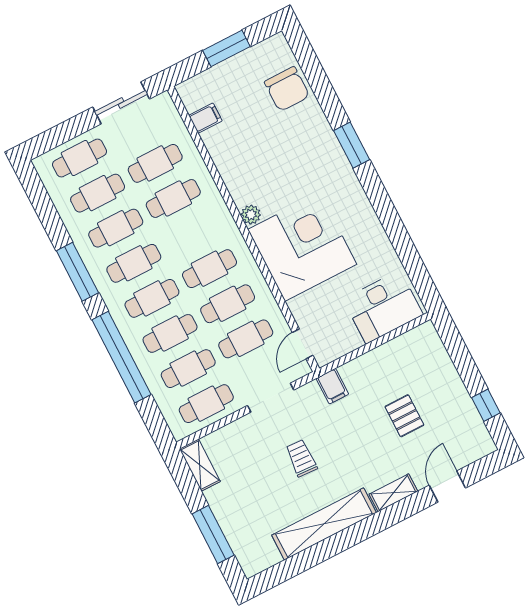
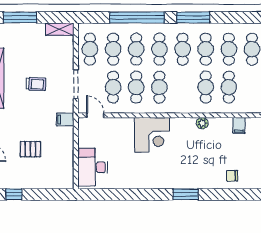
chair: (287, 89) -> (232, 176), width x0.54, depth x0.54
plant: (251, 215) -> (202, 123), moved
corner desk: (302, 247) -> (152, 135), width x0.74, depth x0.74

